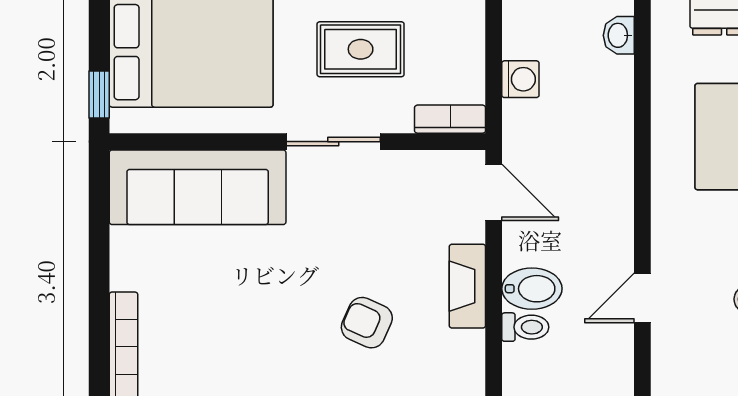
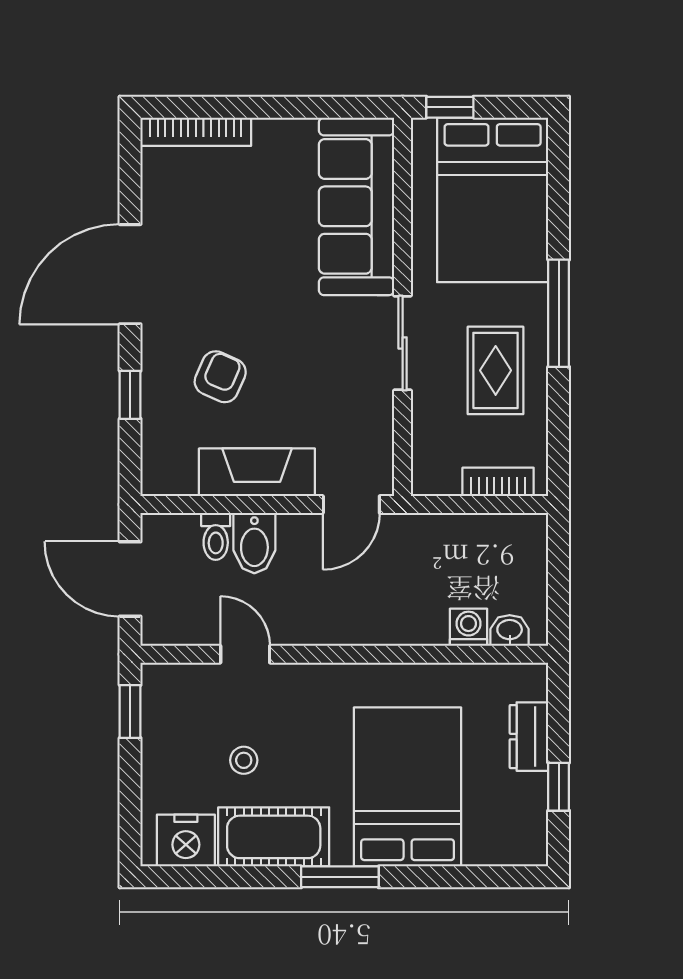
washing machine: (520, 79) -> (468, 627), moved, turned 180
bookcase: (450, 119) -> (498, 482), moved, turned -90
fireplace: (467, 286) -> (257, 472), width x1.37, depth x1.32

